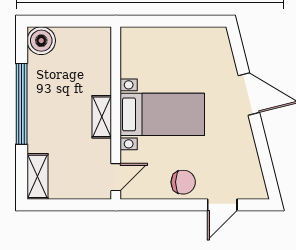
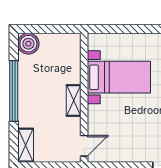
bed with nightstands: (162, 114) -> (119, 77), moved
chair: (183, 182) -> (135, 150), removed

